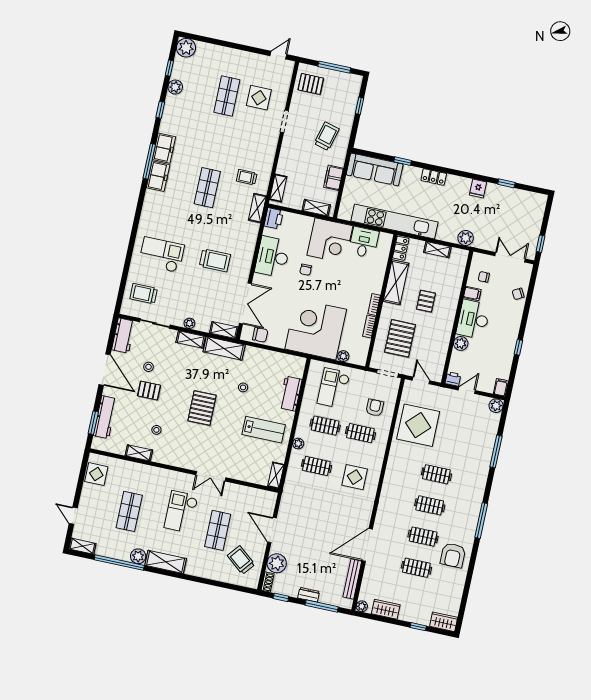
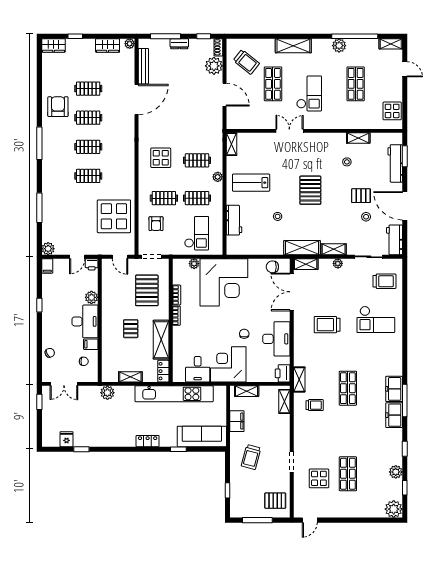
fridge: (478, 189) -> (67, 439), moved
shelving: (166, 562) -> (293, 46), moved

